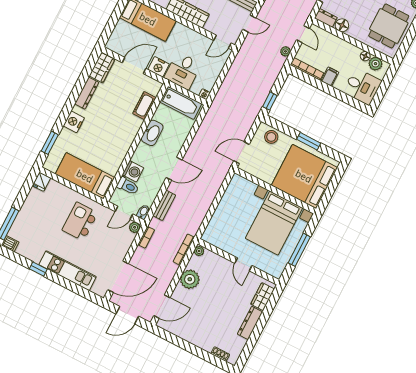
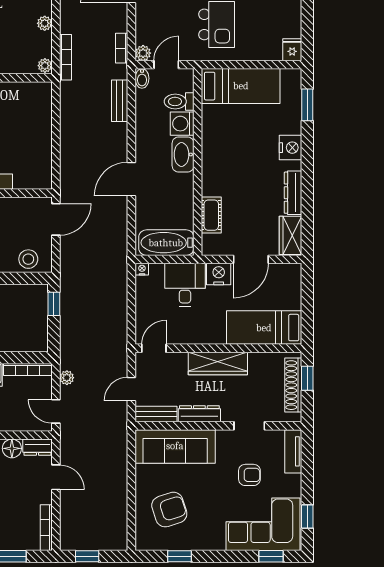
washbasin: (152, 133) -> (183, 154), moved
door: (174, 169) -> (131, 179), moved
plant: (190, 279) -> (45, 23), width x0.53, depth x0.53

